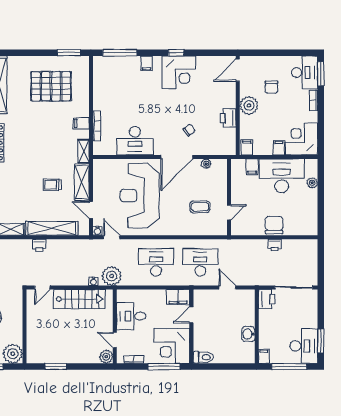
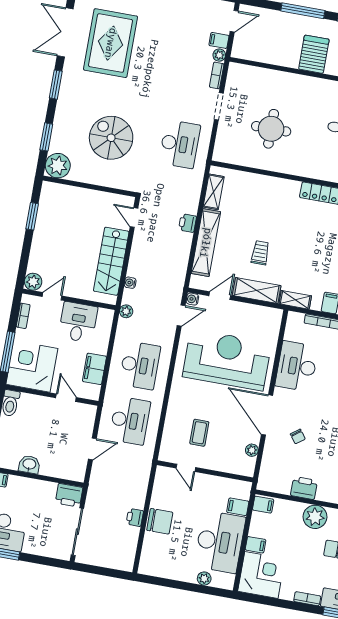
plant: (112, 276) -> (126, 311), width x0.53, depth x0.53
filing cabinet: (178, 297) -> (94, 369), moved

